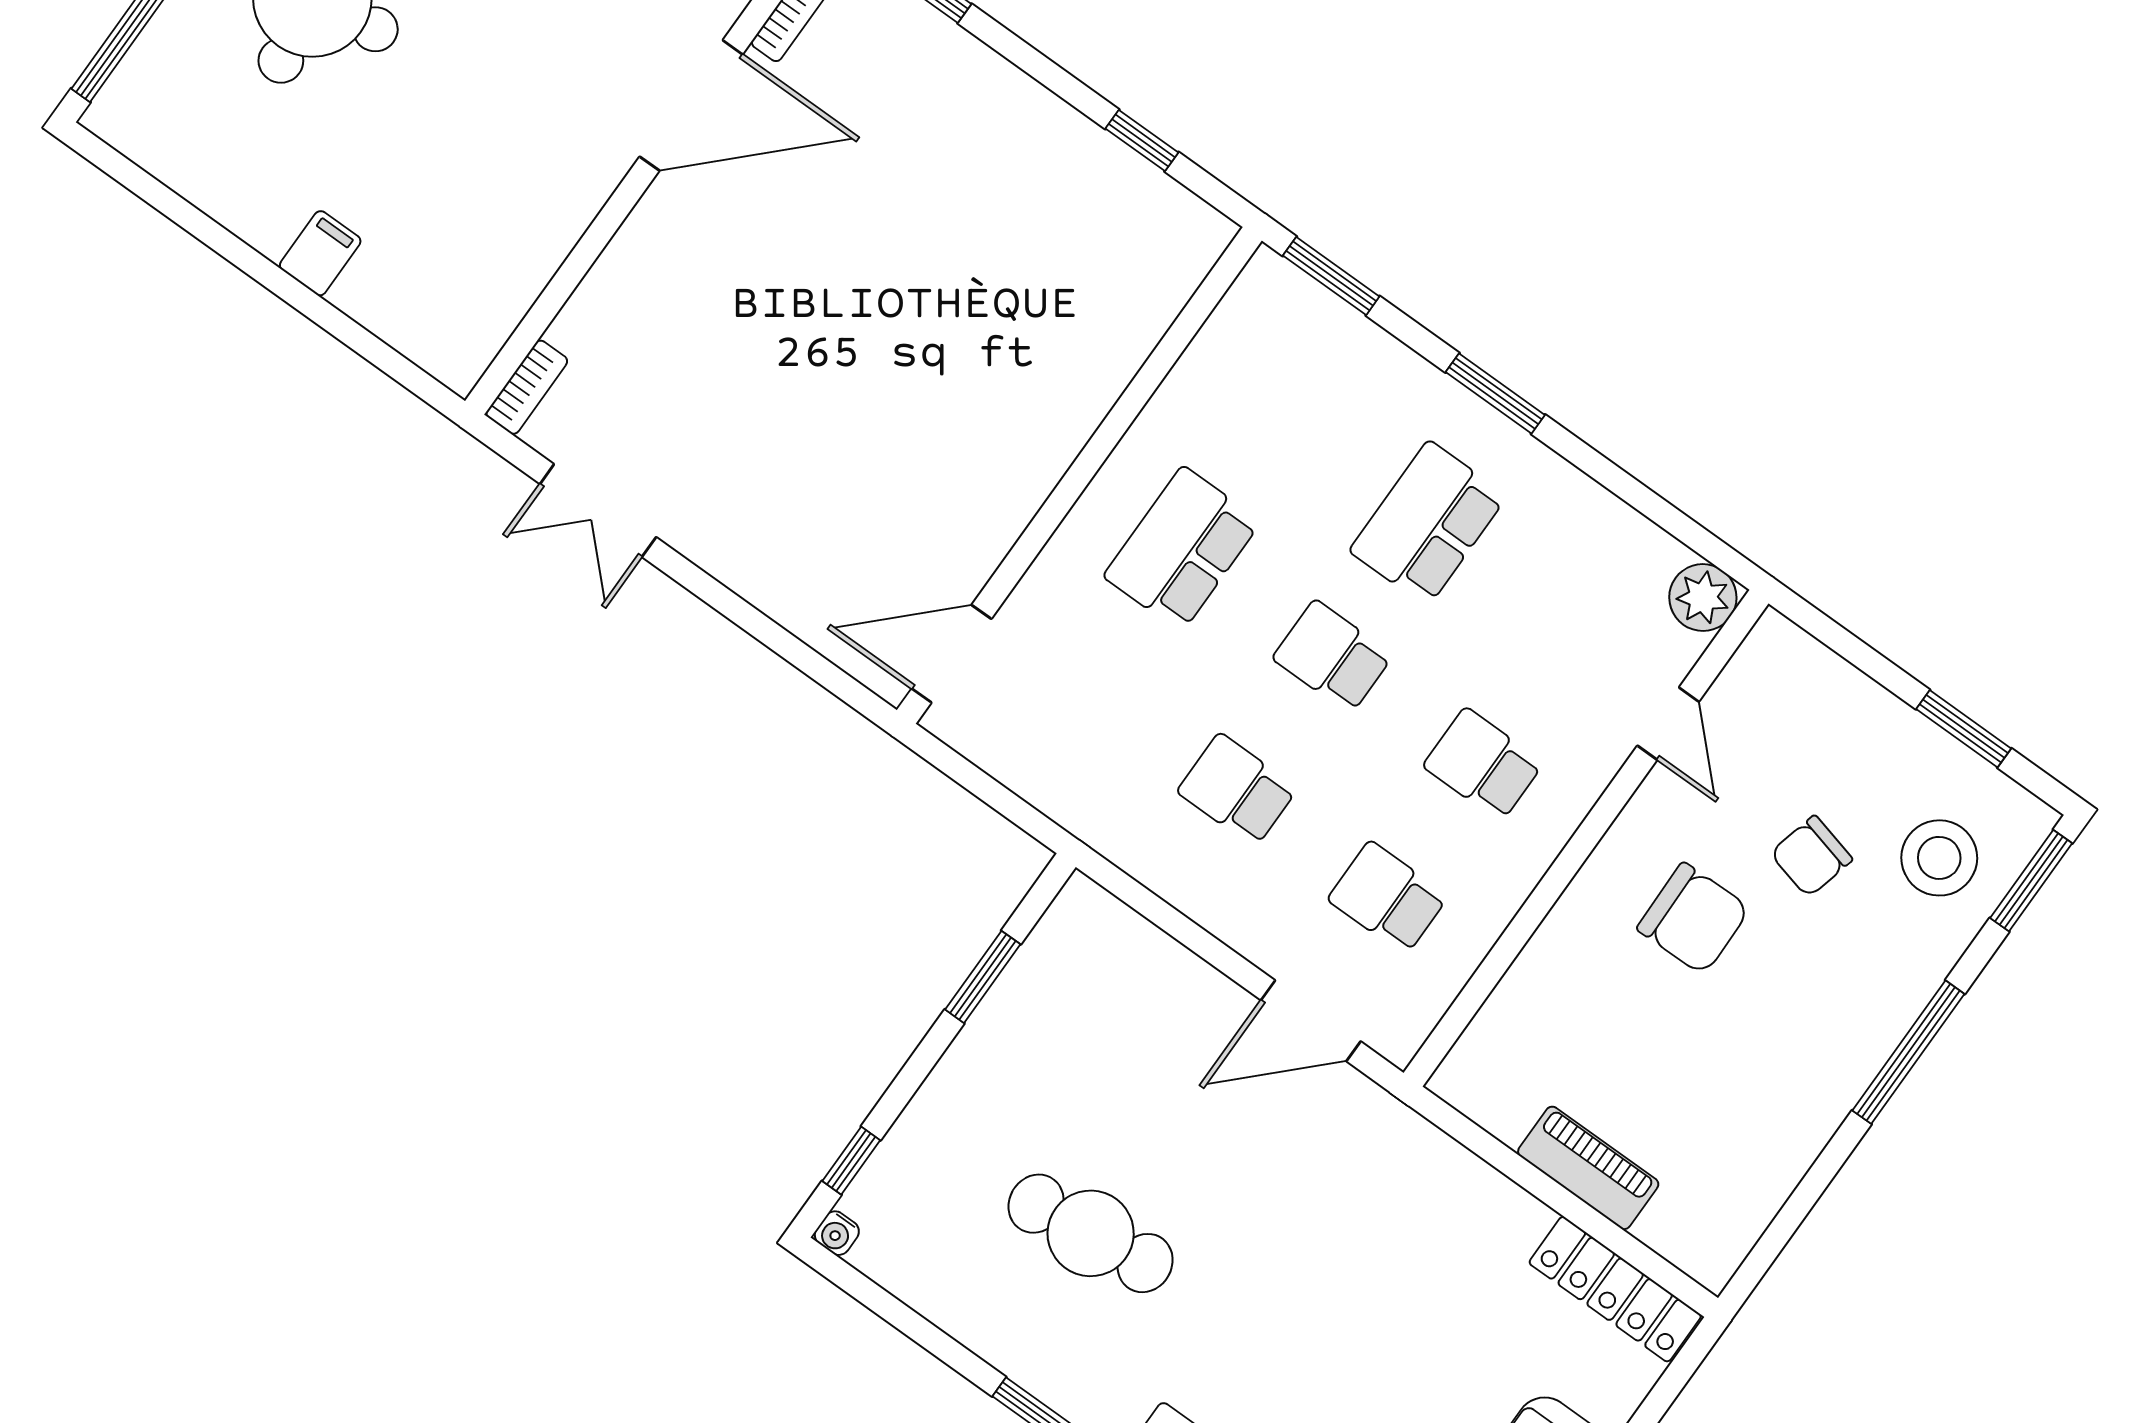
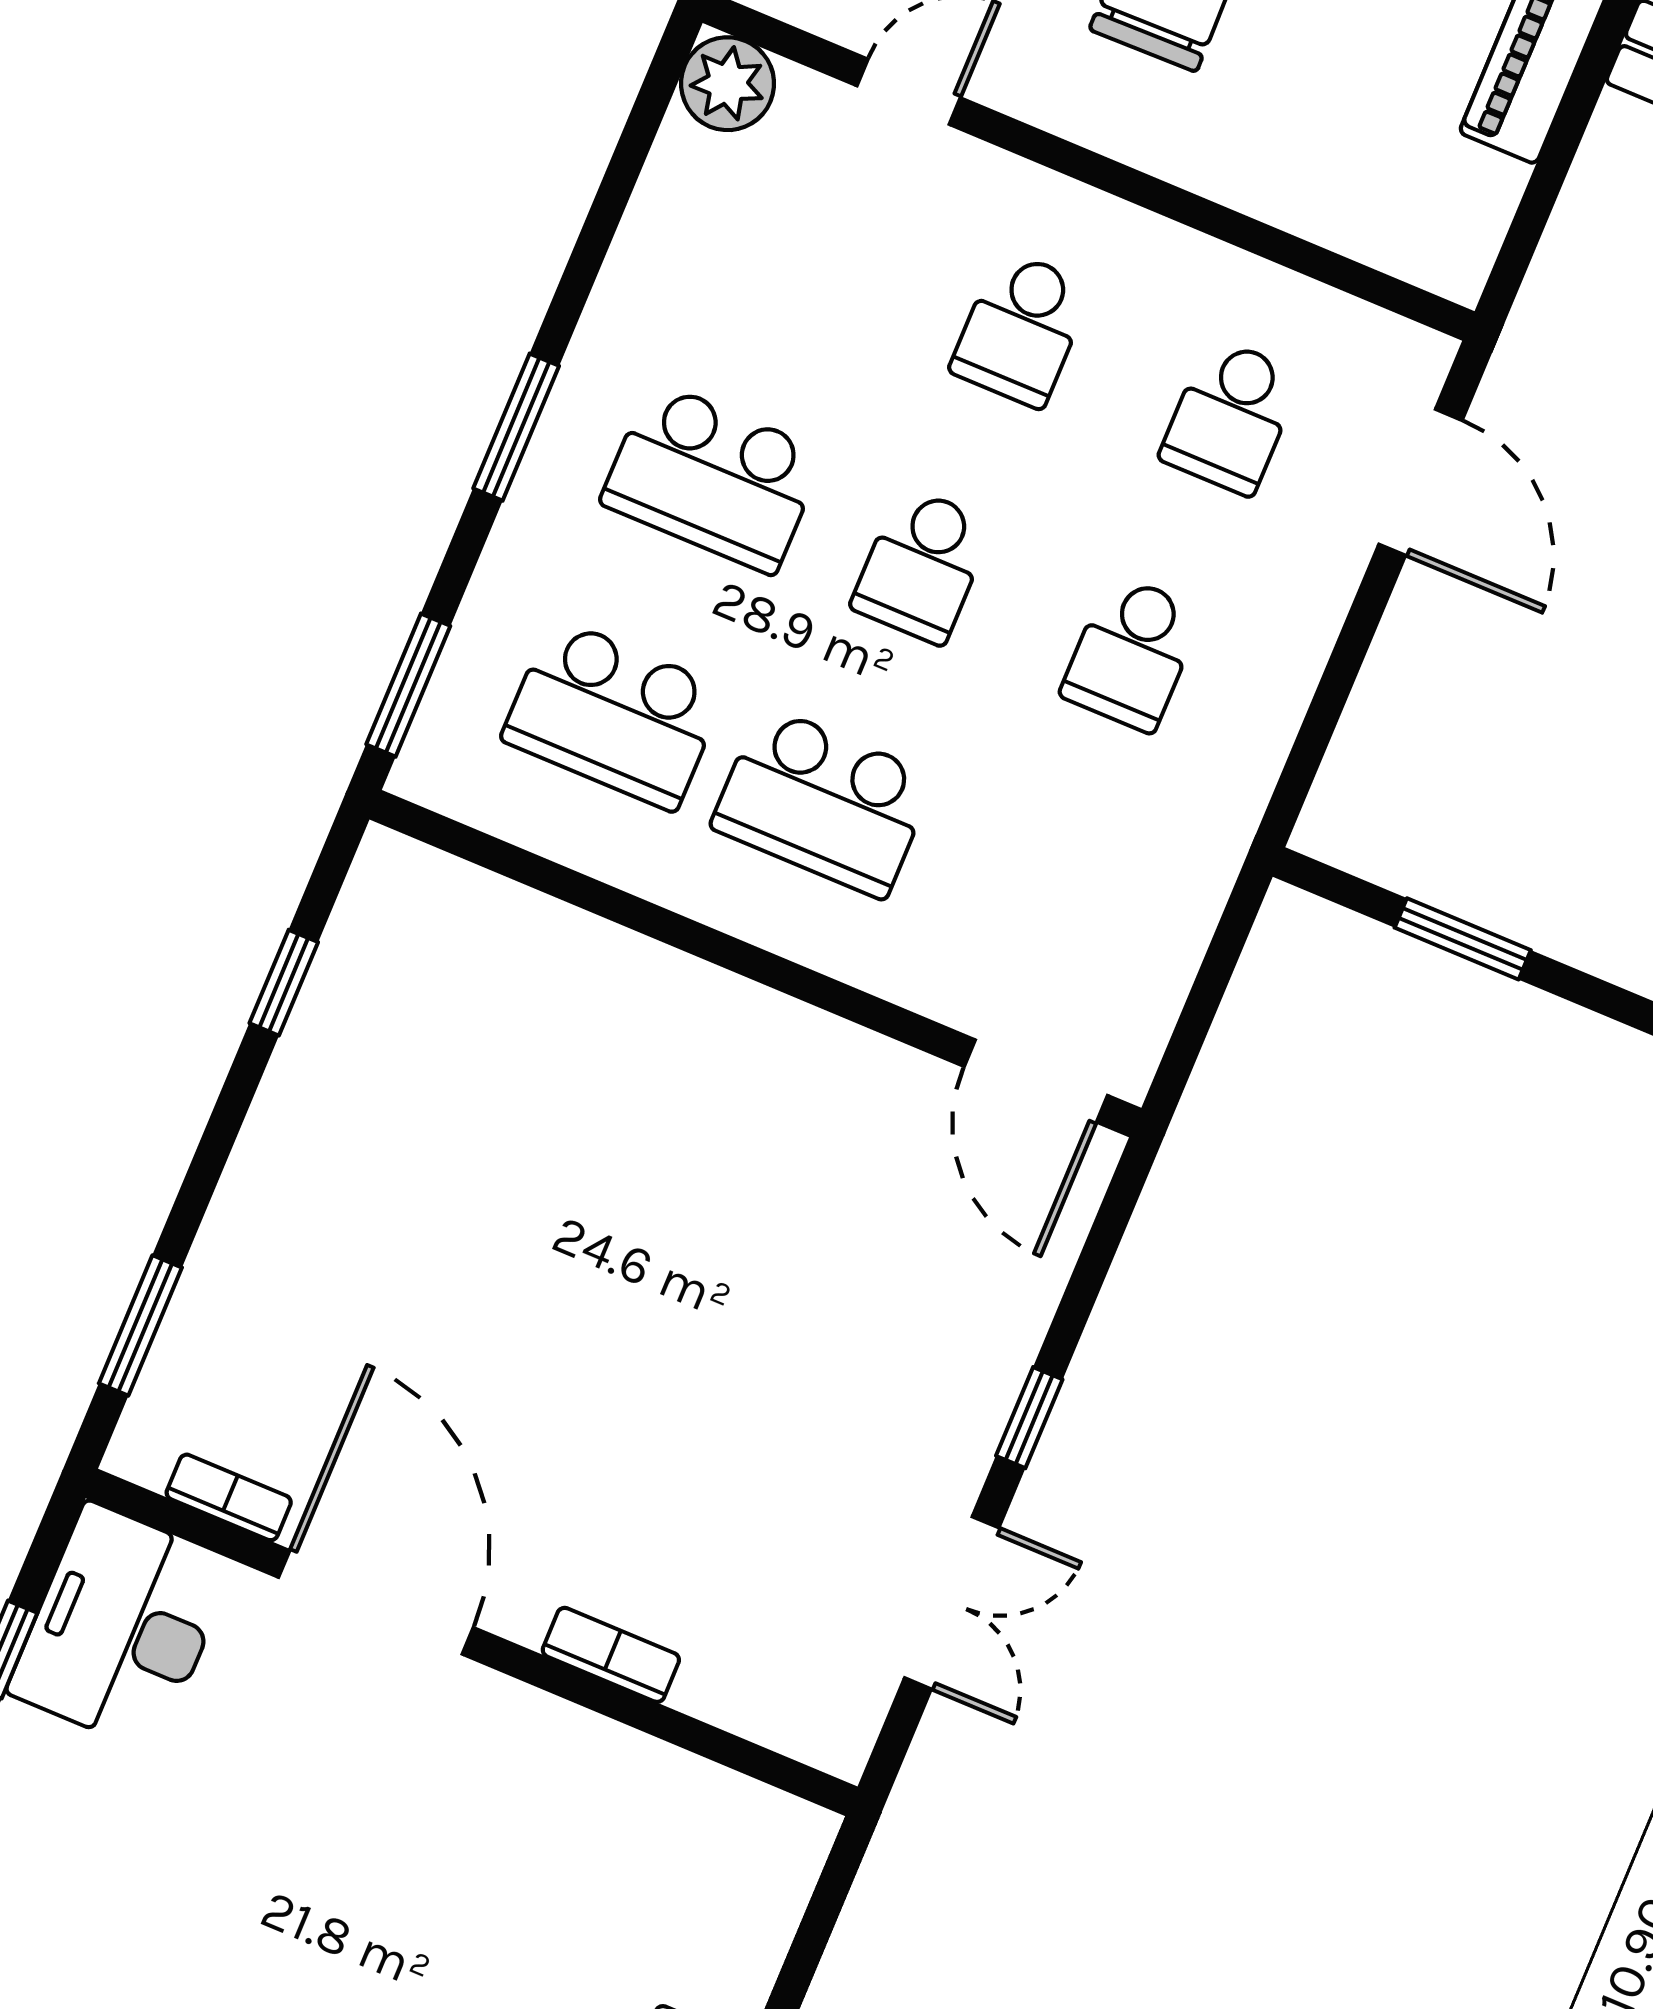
bookcase: (527, 387) -> (611, 1655), moved
school desk: (1278, 416) -> (614, 714), added
window: (716, 595) -> (1029, 1418), added

